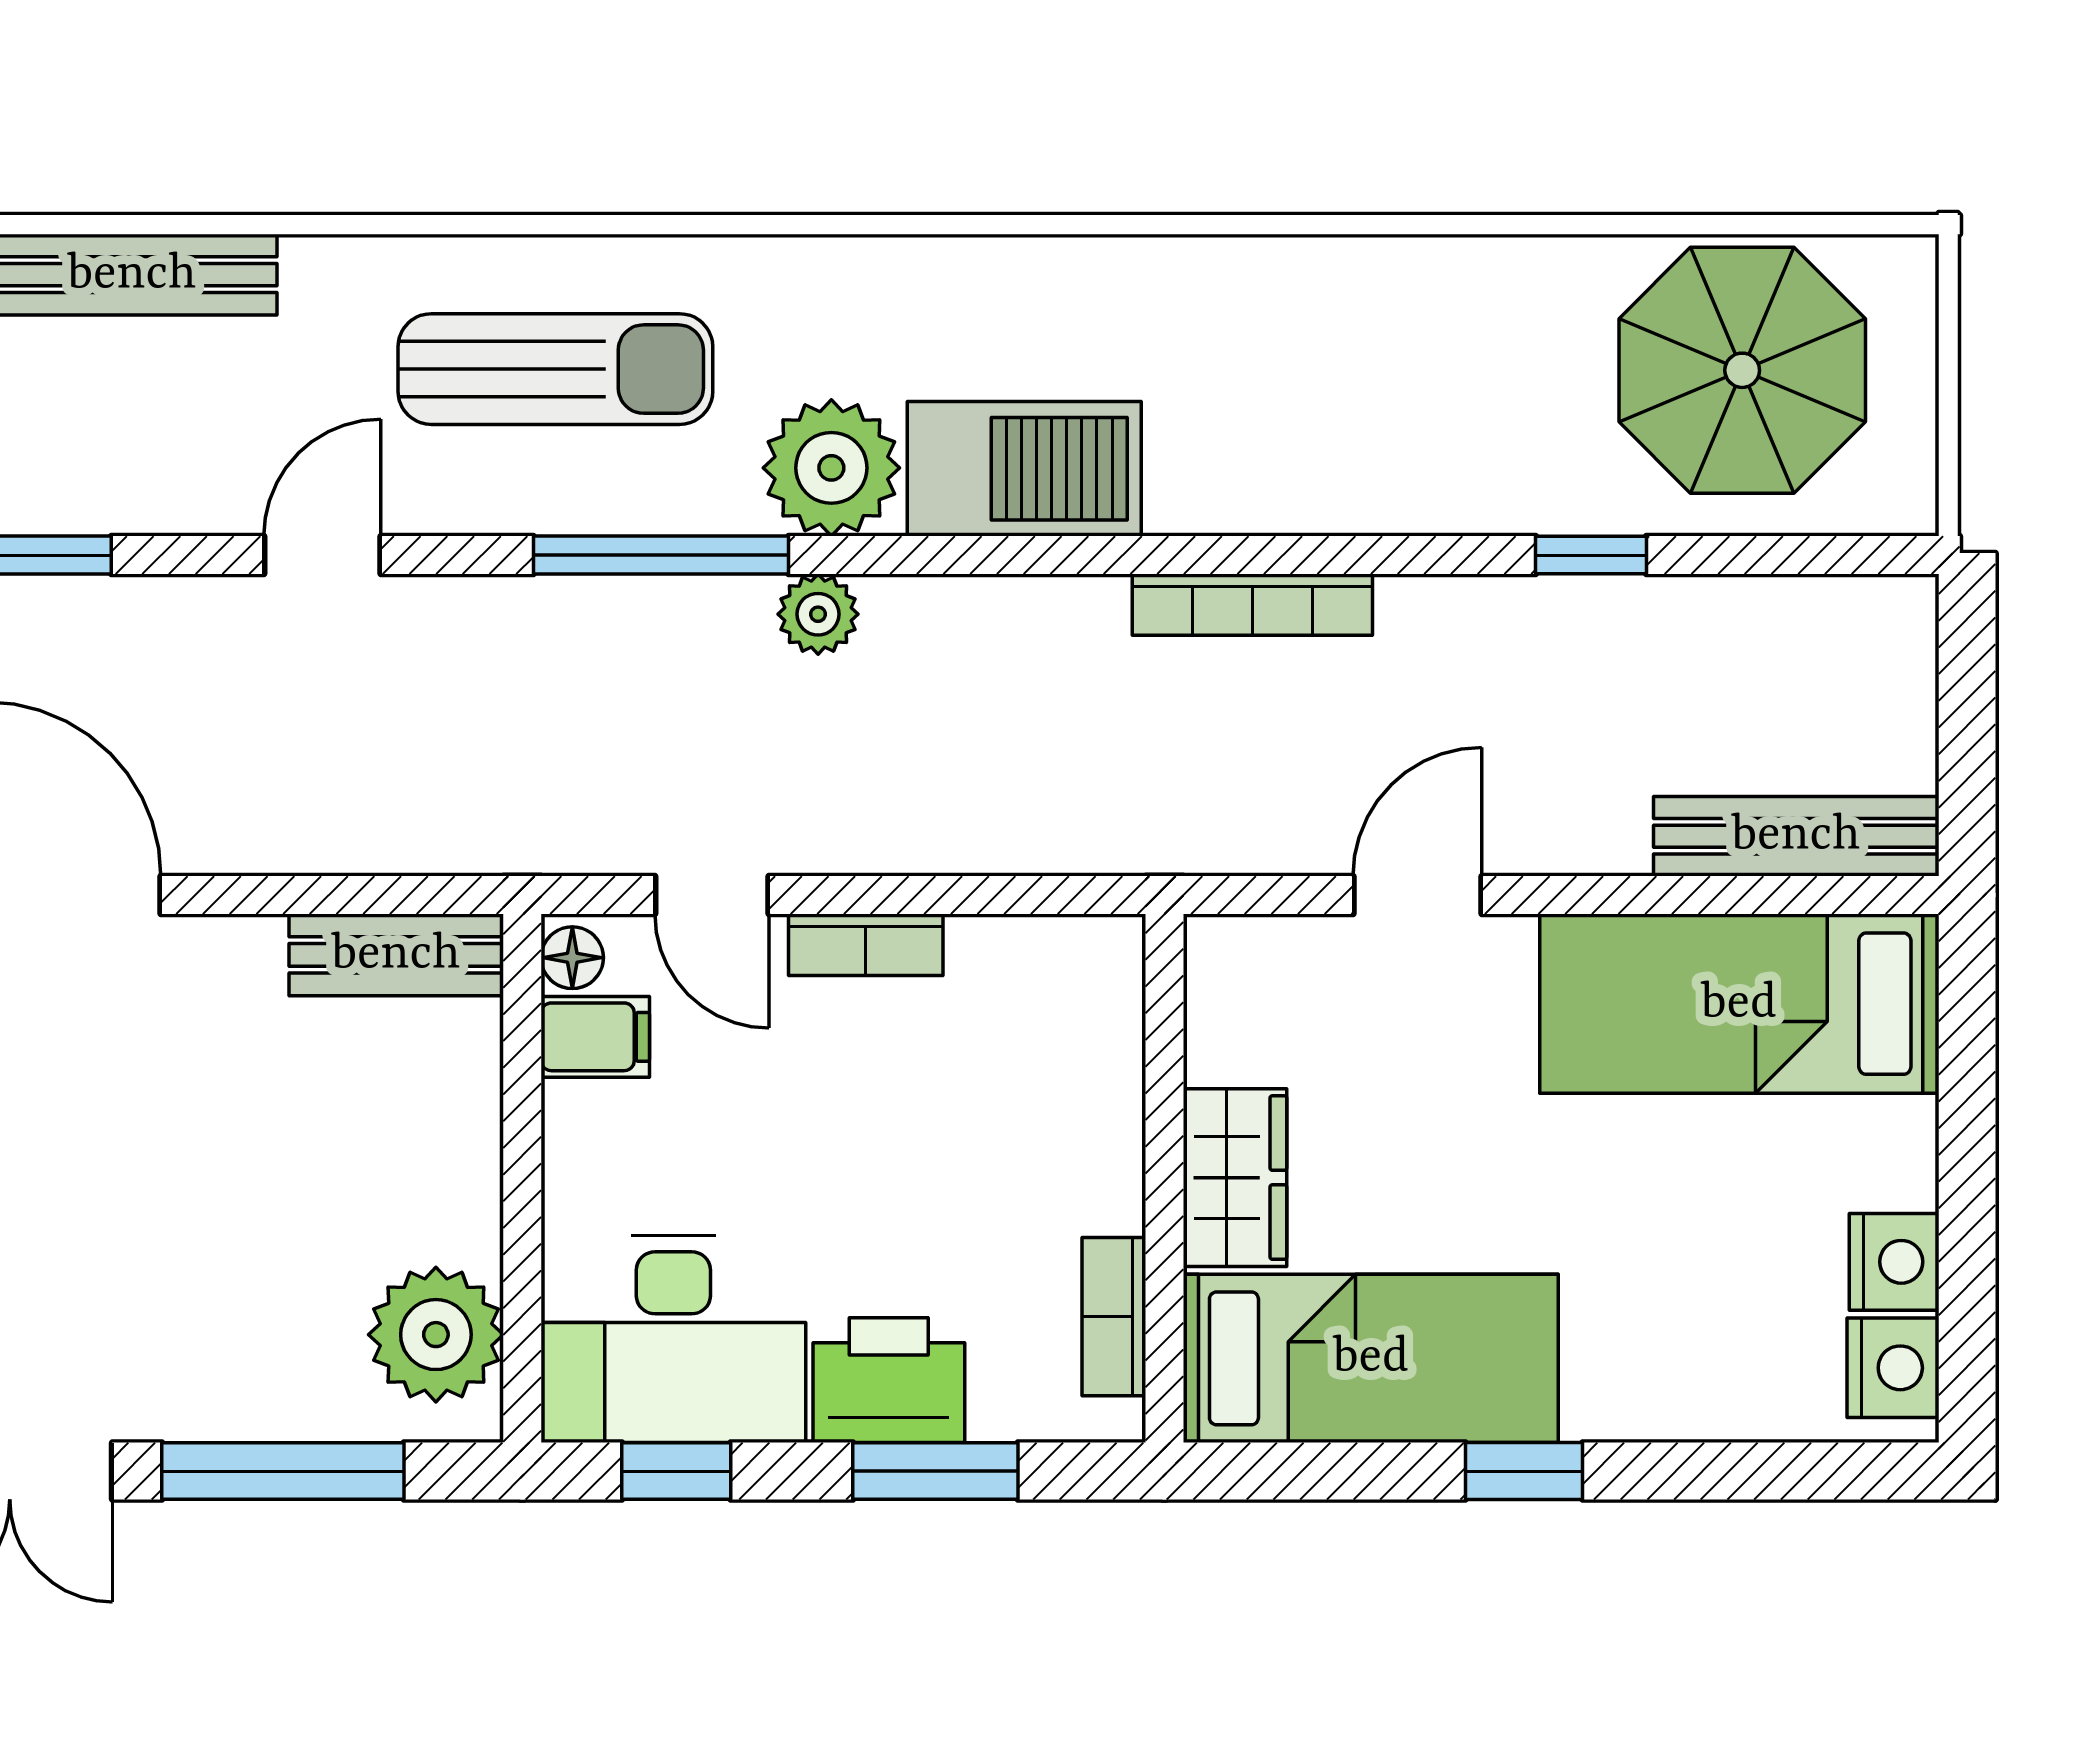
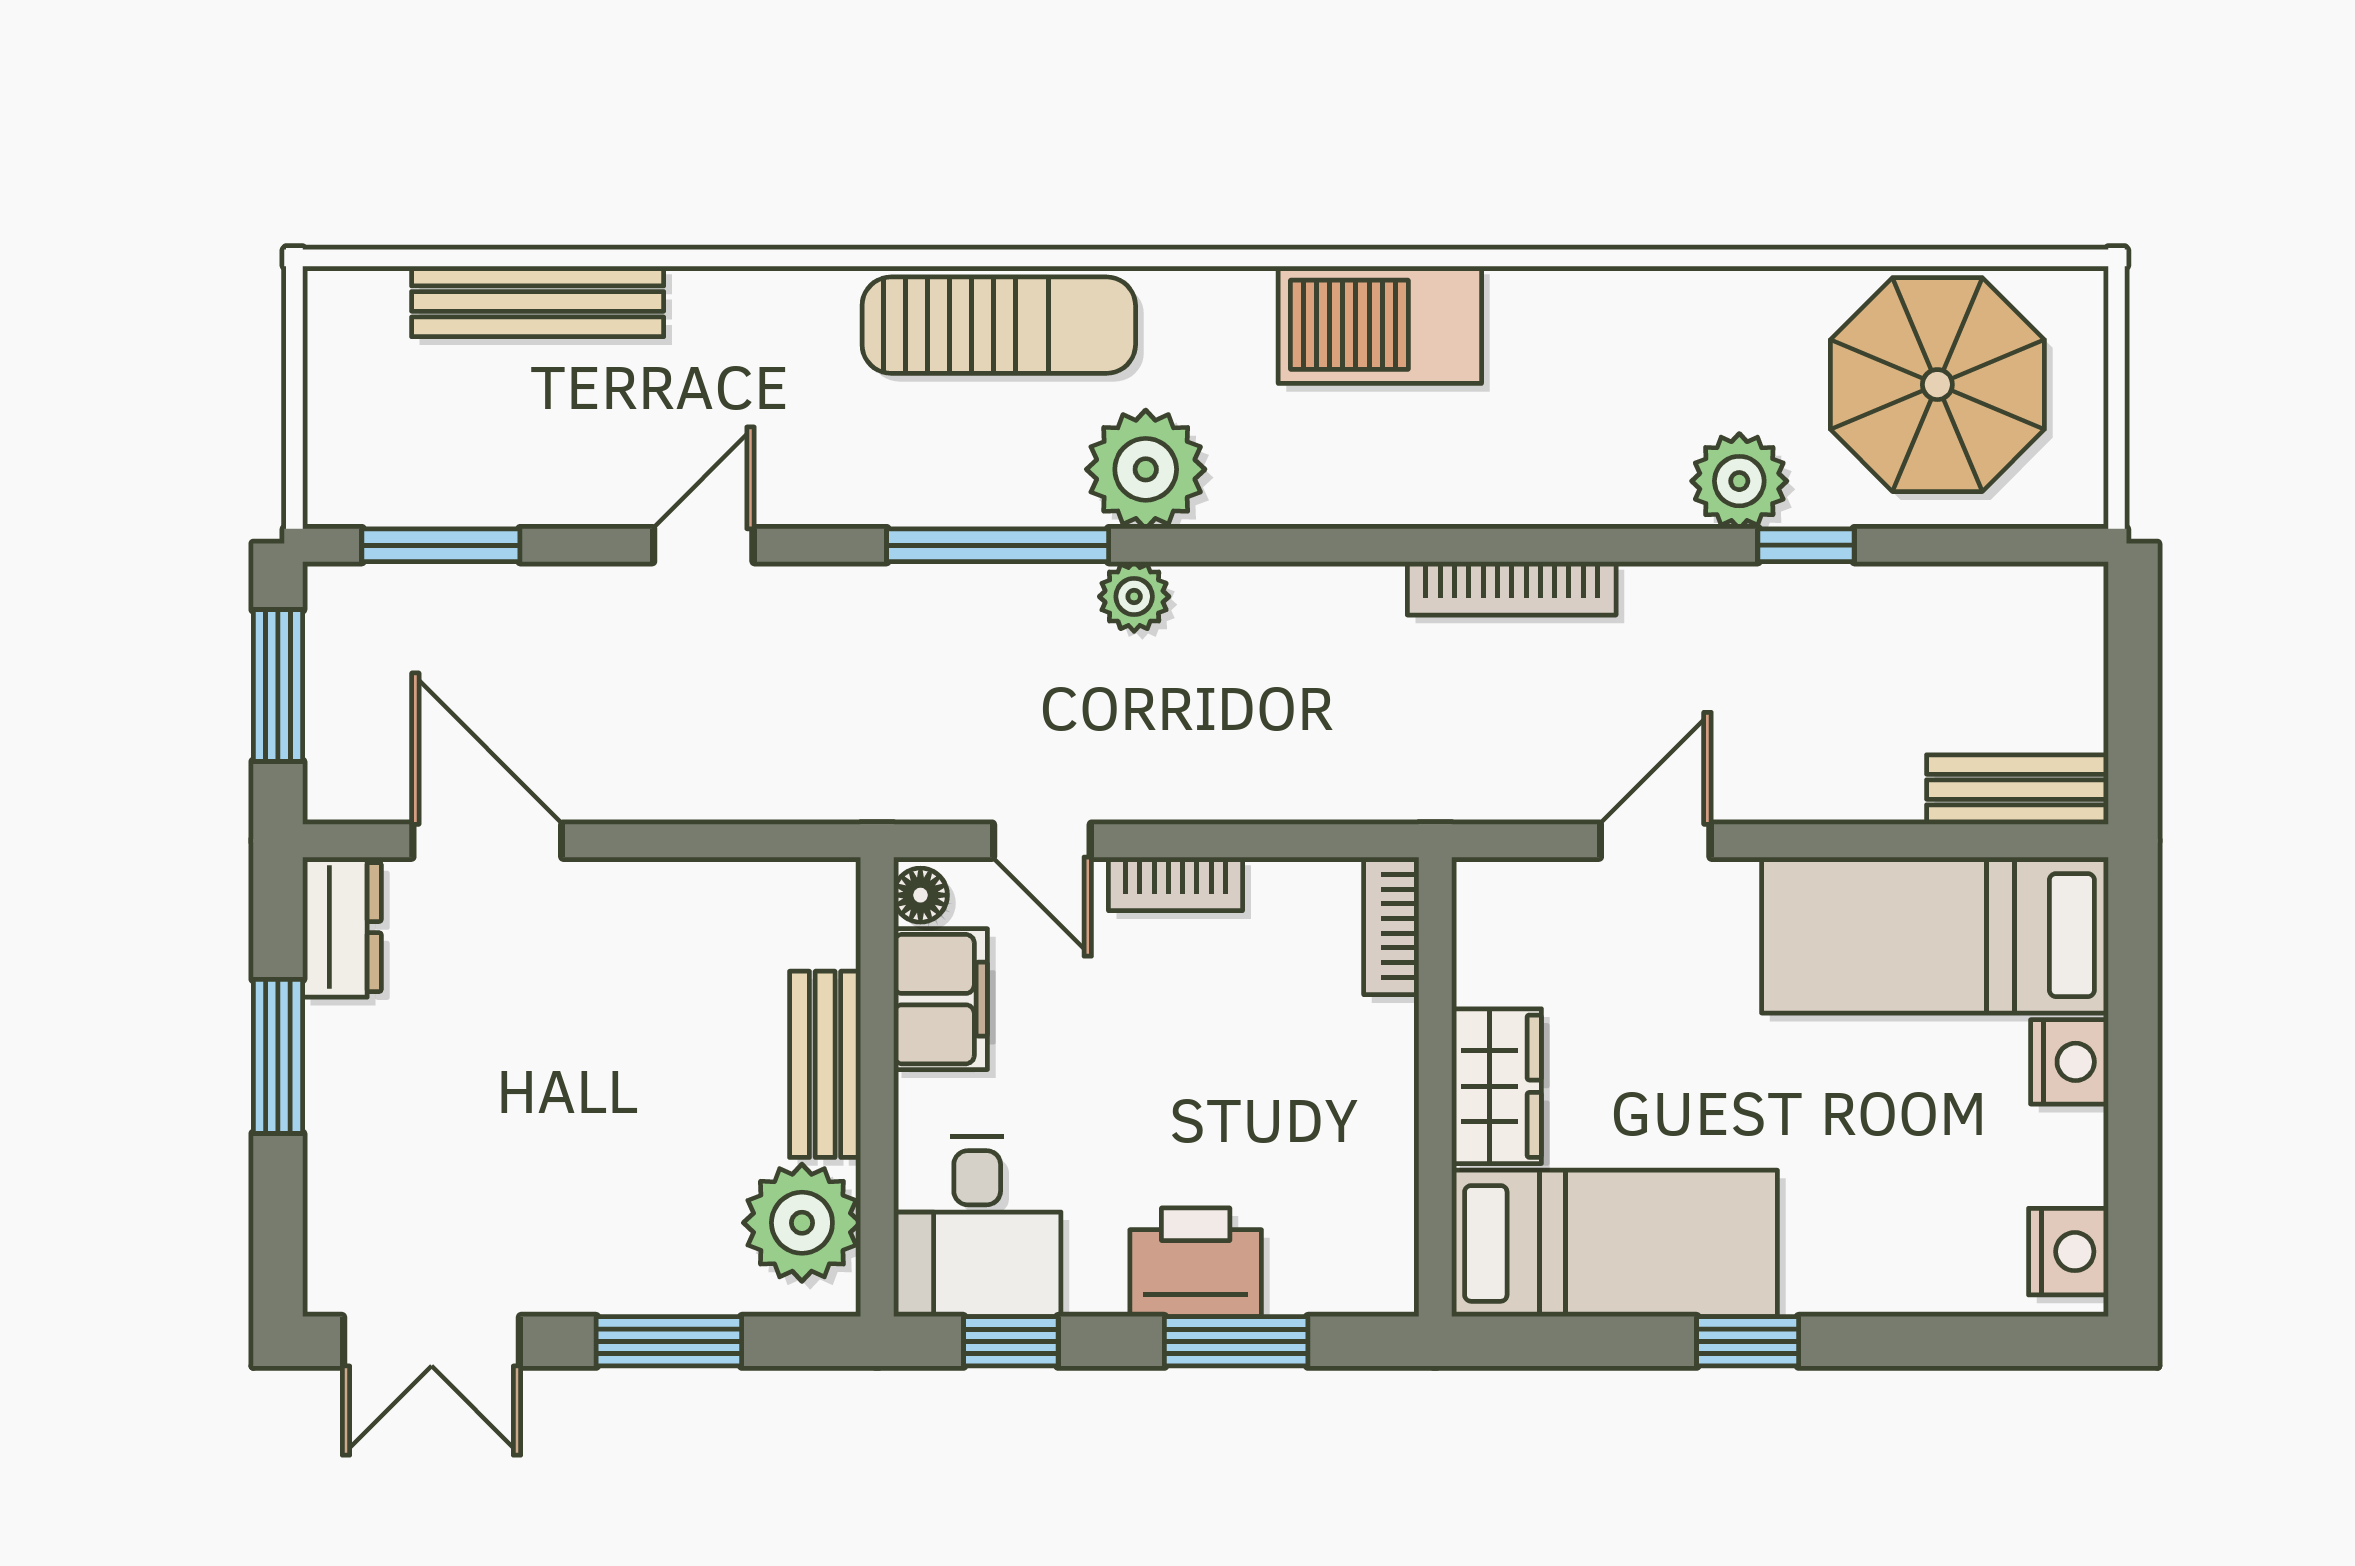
sun lounger: (555, 369) -> (999, 325), moved
barbecue: (1024, 469) -> (1380, 325), moved, turned 180
plant: (1514, 481) -> (1739, 481), added
bench: (1796, 836) -> (2017, 790), width x0.73
bench: (396, 955) -> (825, 1064), moved, turned 90
filing cabinet: (595, 1037) -> (940, 999), width x2.00
nightstand: (1894, 1262) -> (2069, 1062), moved
bookcase: (1114, 1317) -> (1391, 926), moved
desk: (673, 1339) -> (977, 1226), width x0.73
window: (283, 1471) -> (669, 1341), width x0.69

